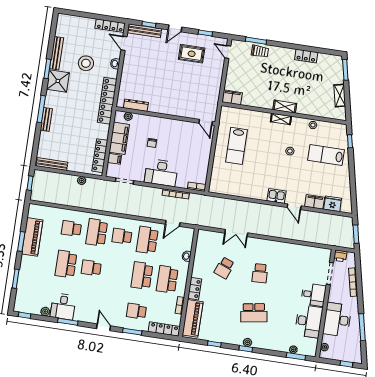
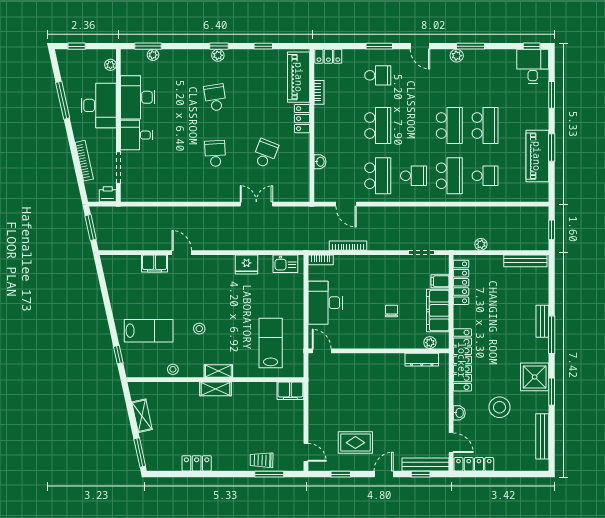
bench: (57, 53) -> (542, 436), moved
lab bench: (236, 146) -> (271, 343), moved
desk: (161, 173) -> (325, 303), moved, turned -90
kitchen sink: (277, 196) -> (285, 264), moved
fridge: (333, 204) -> (247, 265), moved
door: (173, 223) -> (346, 204), swing flipped
school desk: (91, 268) -> (449, 126), width x1.85
school desk: (167, 279) -> (342, 126), removed
desk: (63, 306) -> (533, 66), moved
plant: (45, 312) -> (457, 56), moved
school desk: (254, 313) -> (215, 98), width x0.54
locker: (164, 329) -> (328, 56), width x0.66

